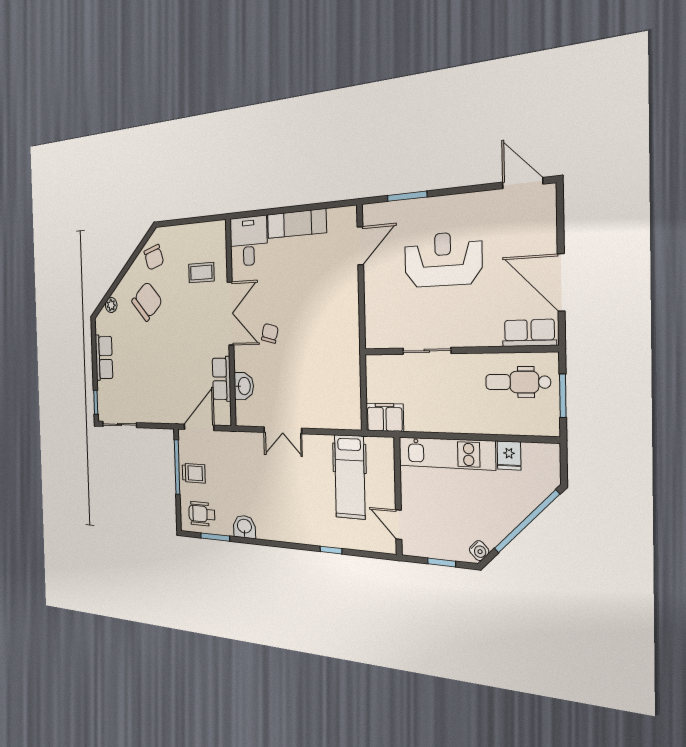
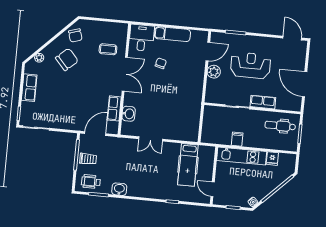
plant: (375, 285) -> (214, 72), added
chair: (270, 333) -> (161, 63), moved
row of seats: (529, 333) -> (263, 102), moved
filing cabinet: (385, 417) -> (237, 139), moved, width x0.50

